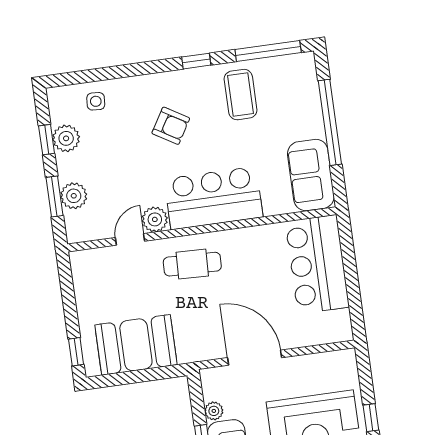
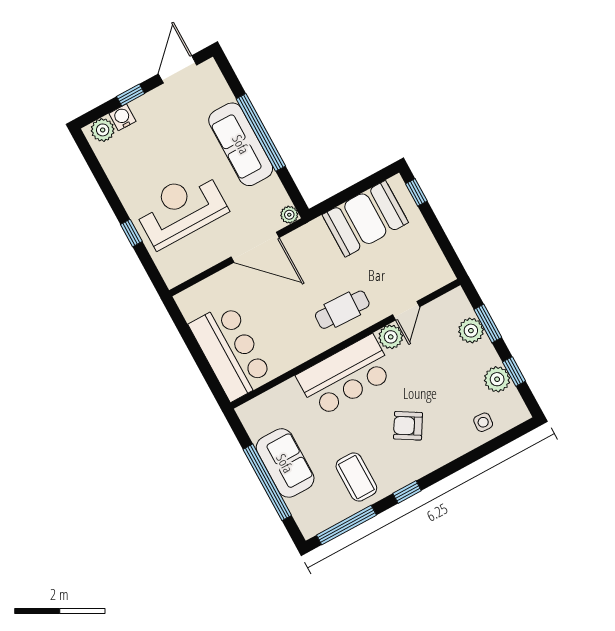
sofa: (311, 175) -> (285, 463), moved
plant: (214, 411) -> (289, 215), moved

